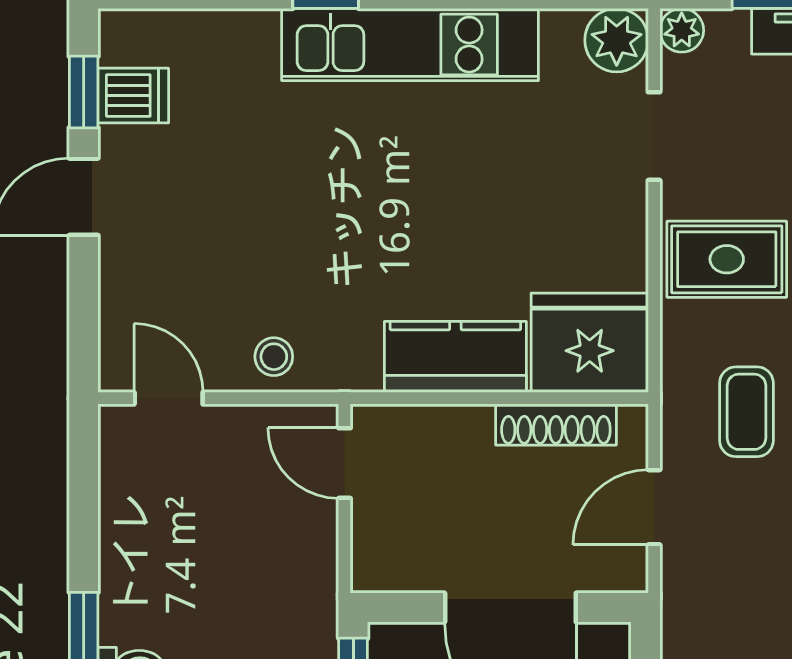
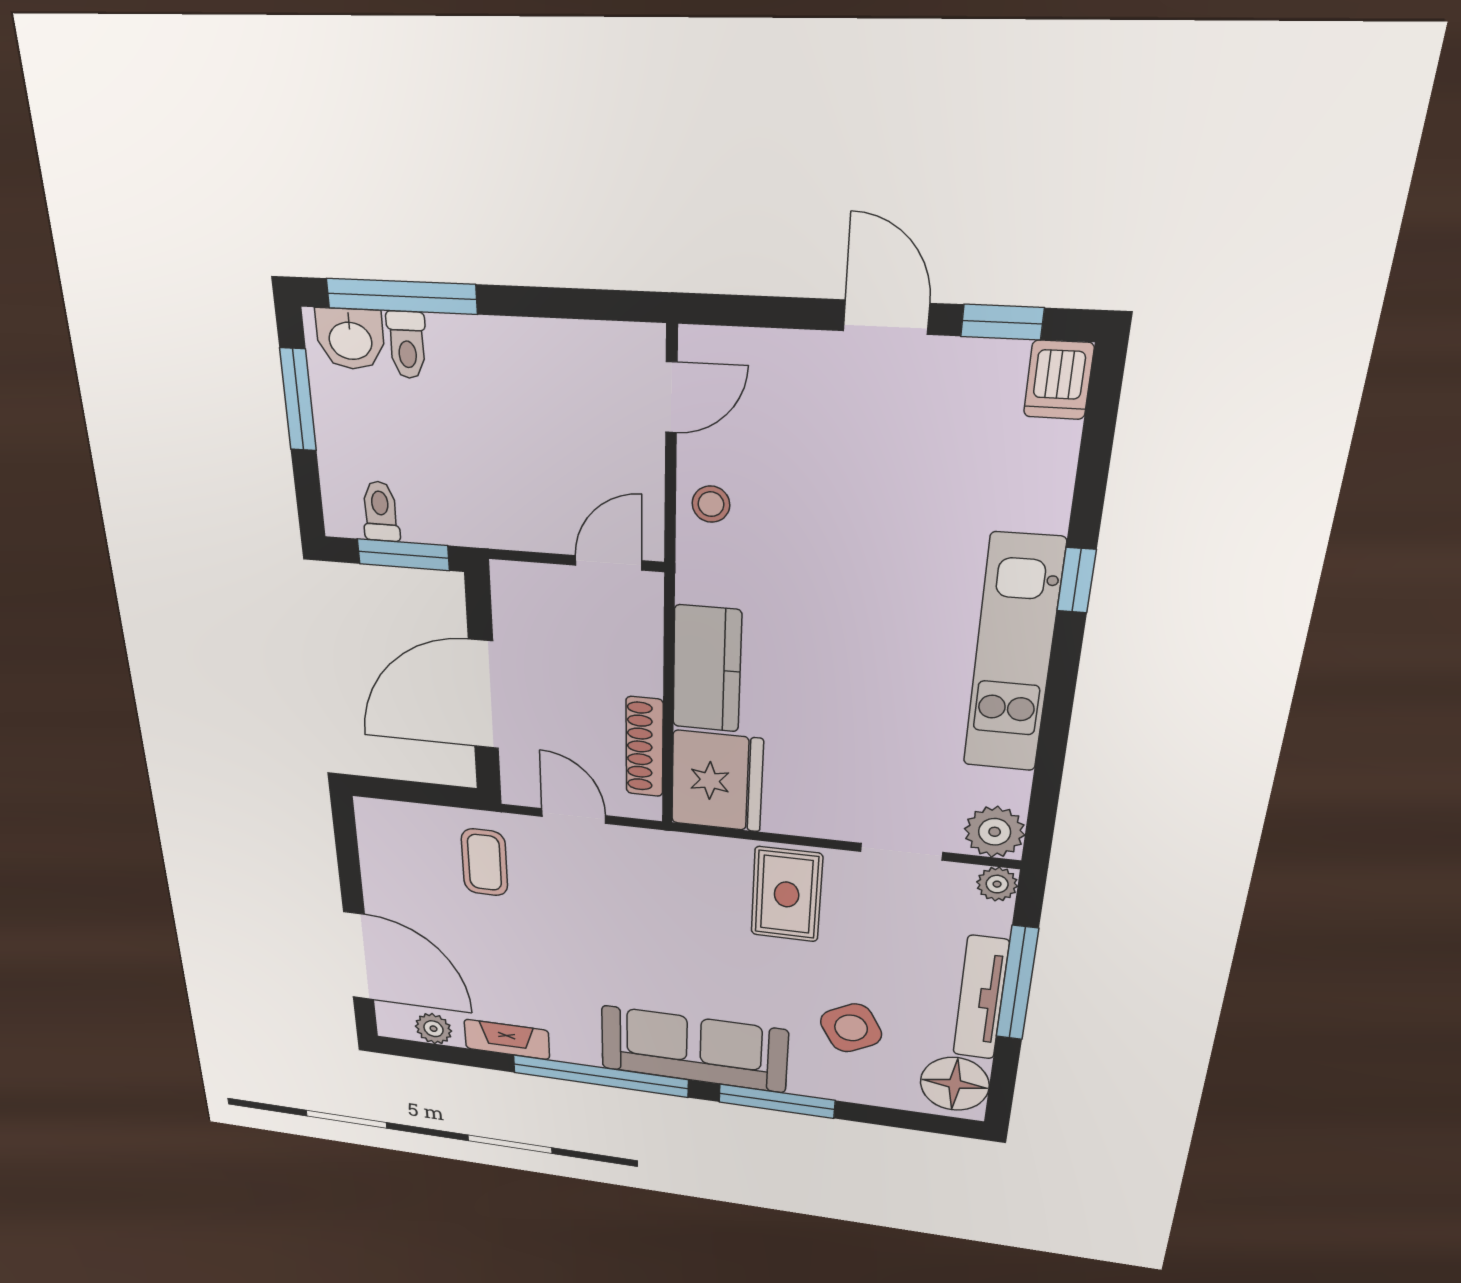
dishwasher: (133, 96) -> (1059, 380), moved
coffee table: (746, 412) -> (484, 862), moved, turned 90

